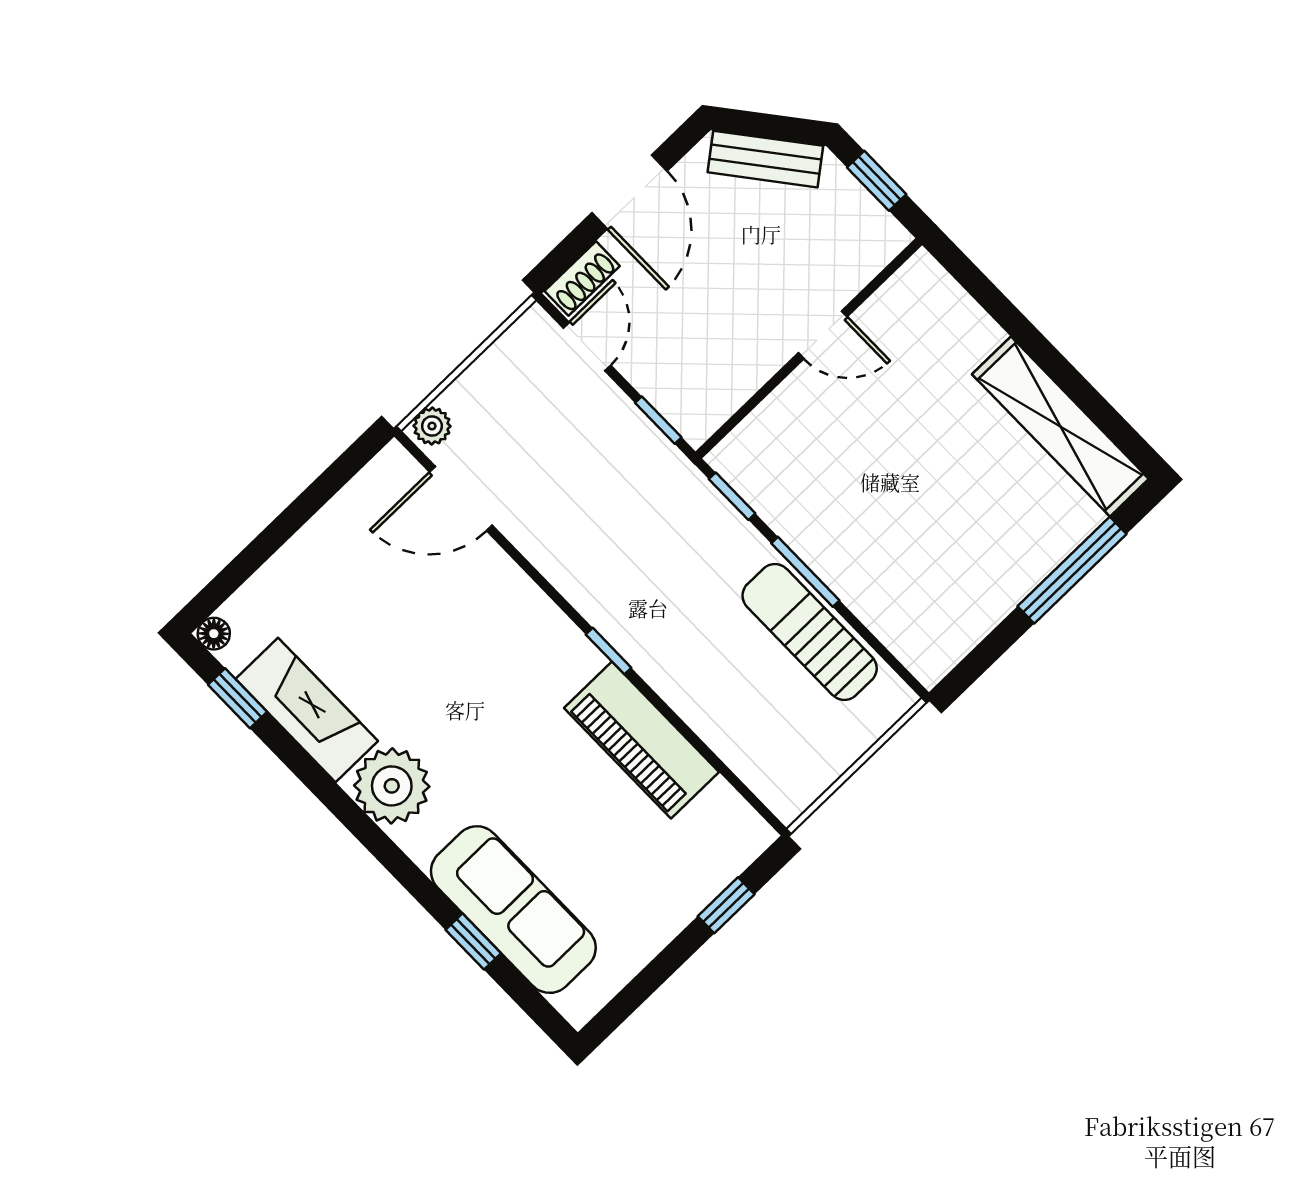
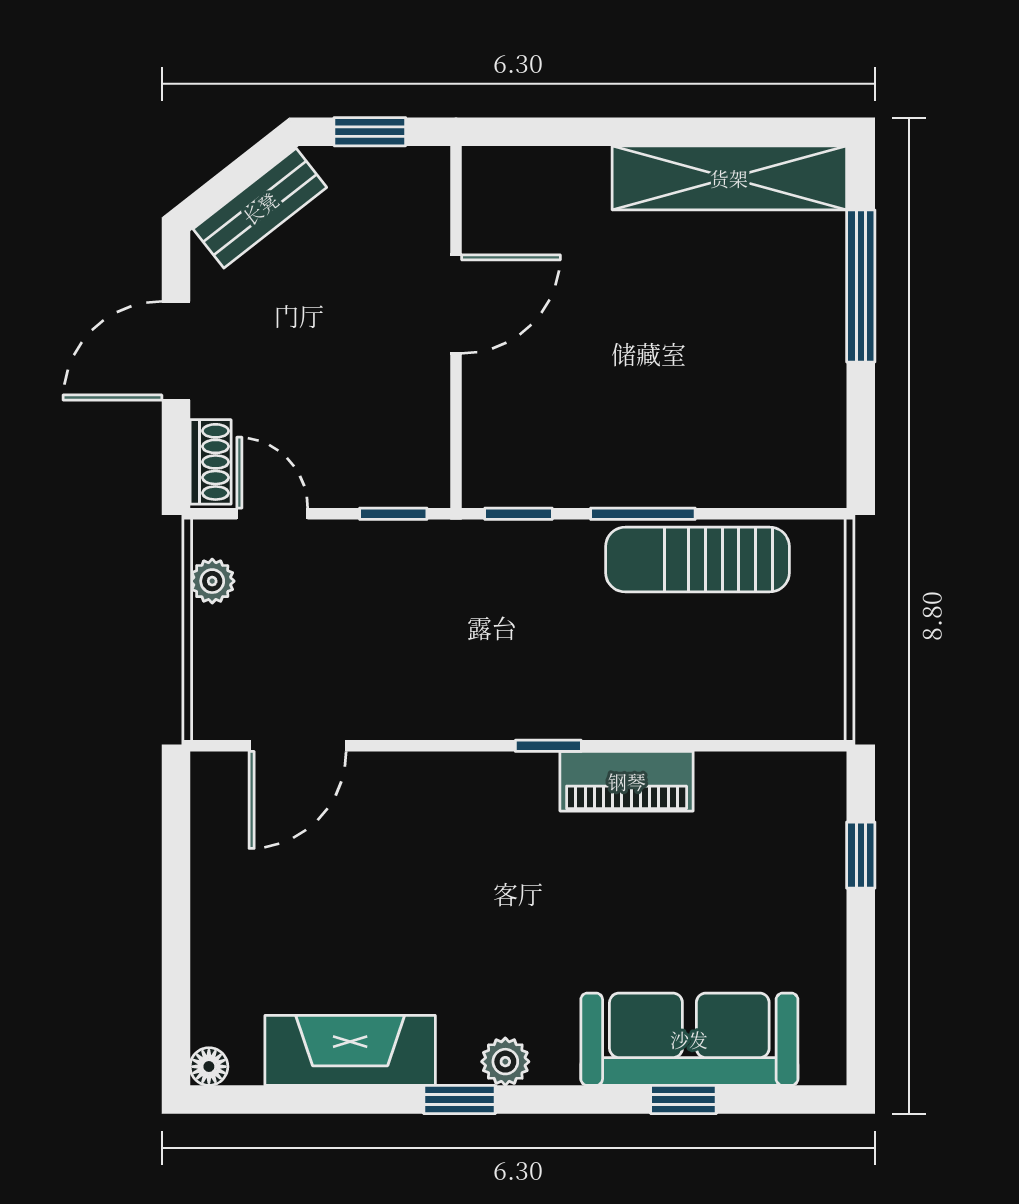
door: (629, 192) -> (176, 351), swing flipped
door: (823, 335) -> (456, 304), width x1.38
plant: (432, 426) -> (212, 581), moved
window: (237, 698) -> (460, 1100), moved
piano: (642, 740) -> (627, 781), width x0.73, depth x0.75
plant: (392, 786) -> (505, 1062), width x0.53, depth x0.53

